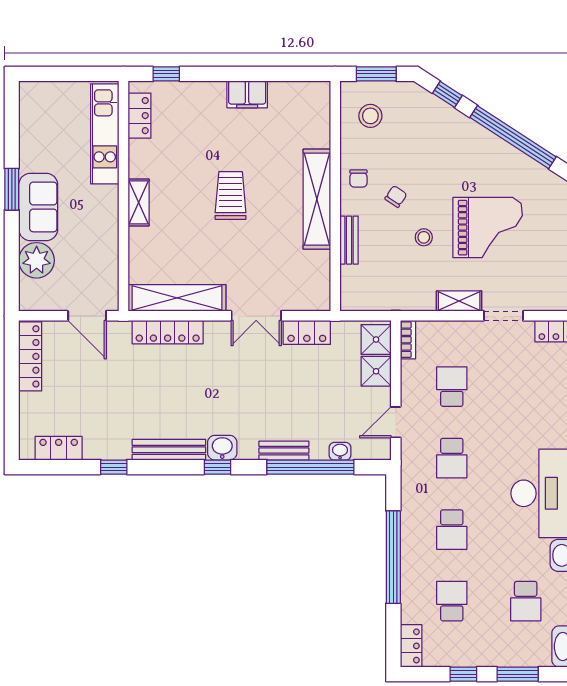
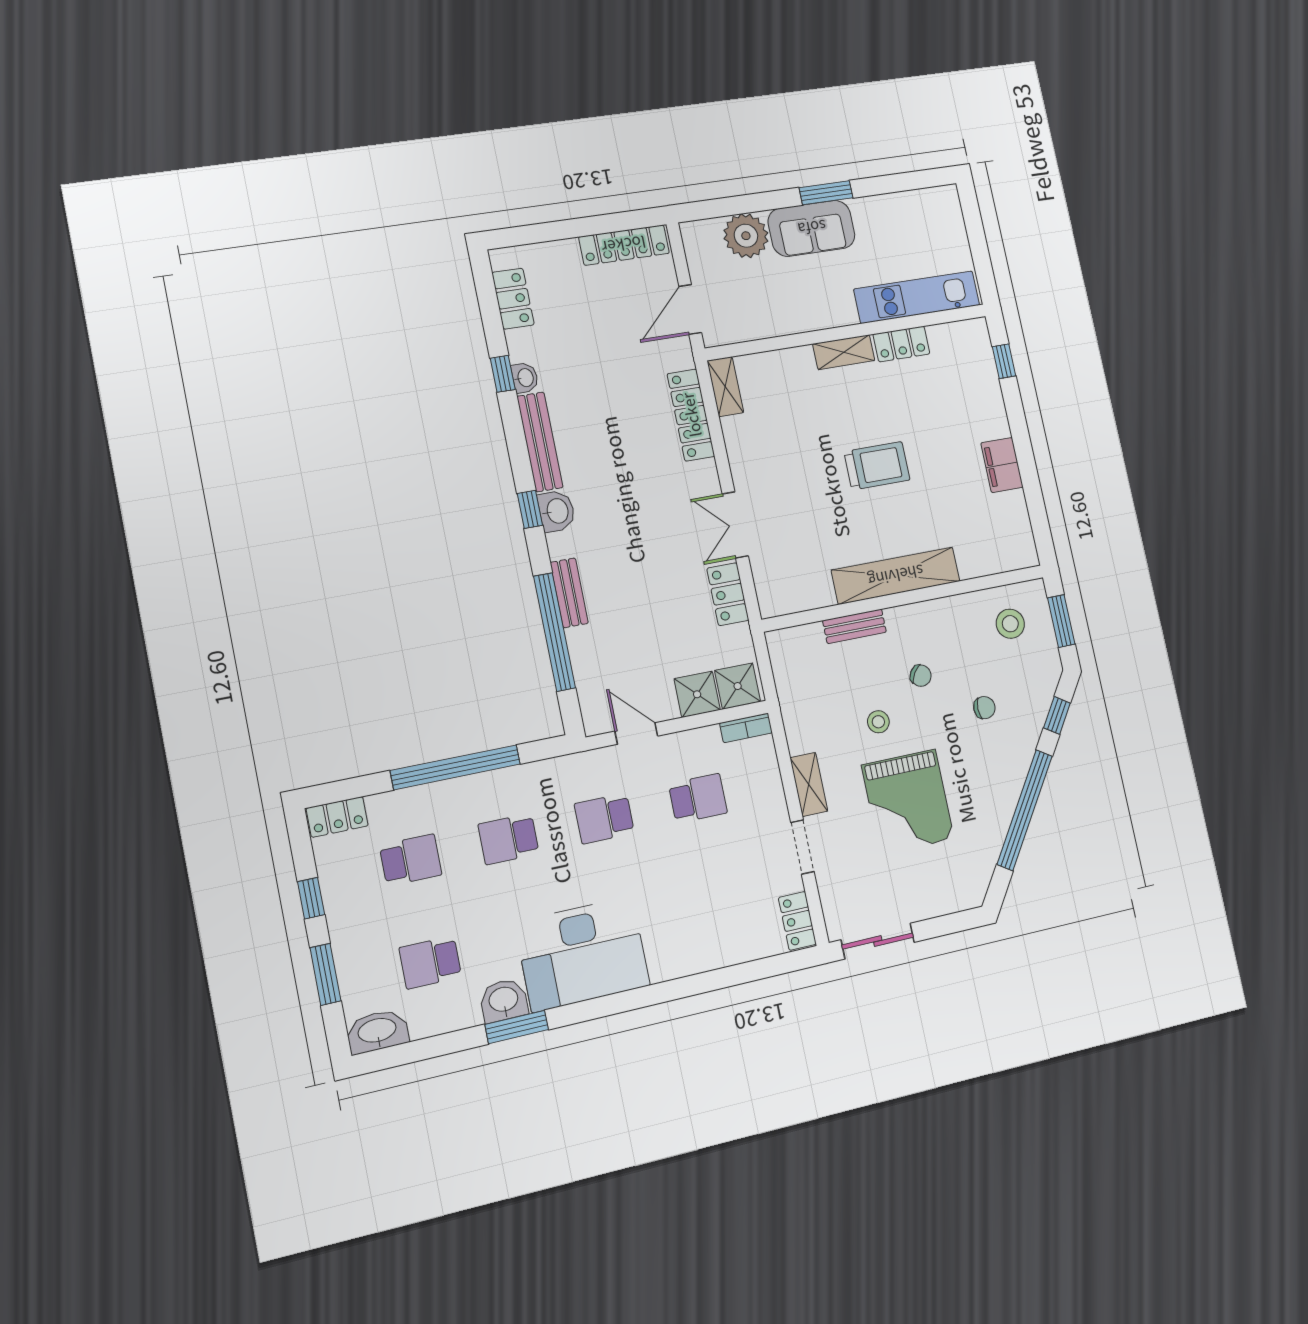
locker: (139, 116) -> (901, 344), moved
chair: (358, 178) -> (984, 708), moved, turned 180
shelving: (177, 298) -> (725, 387), width x0.45, depth x0.75
washbasin: (340, 451) -> (525, 378), moved

